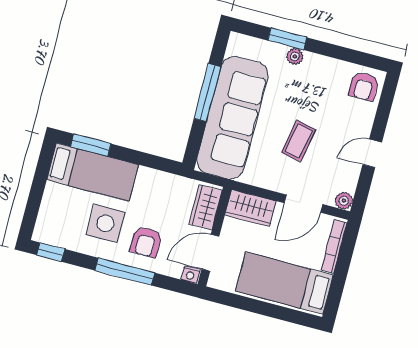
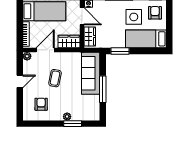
armchair: (364, 86) -> (41, 104), moved
sofa: (233, 118) -> (91, 73), width x0.74, depth x0.79
window: (91, 145) -> (120, 51), moved
armchair: (146, 242) -> (155, 13), moved
door: (210, 253) -> (82, 16), hinge flipped

